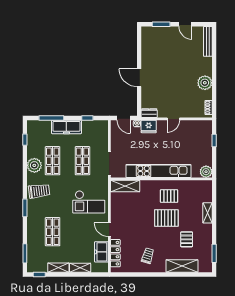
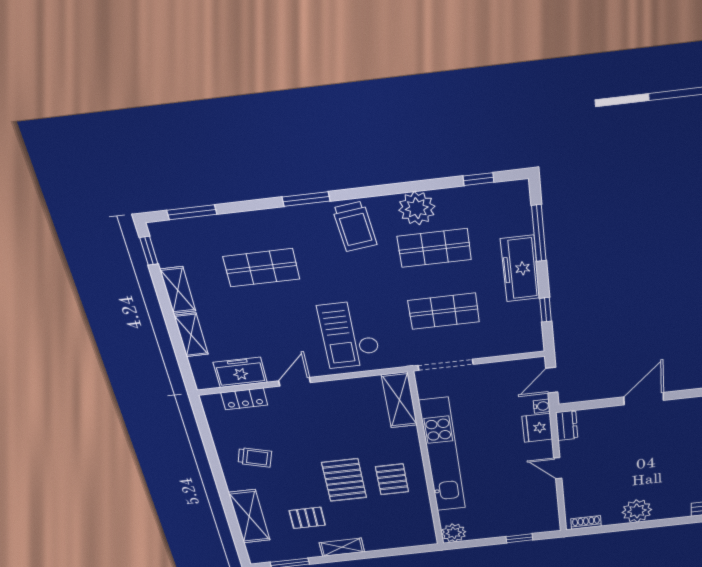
shelving: (207, 213) -> (342, 547), moved
locker: (115, 253) -> (244, 399), width x0.66

